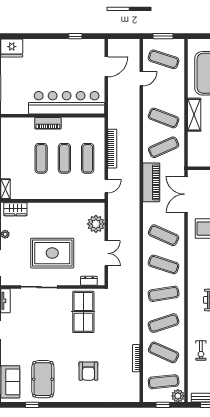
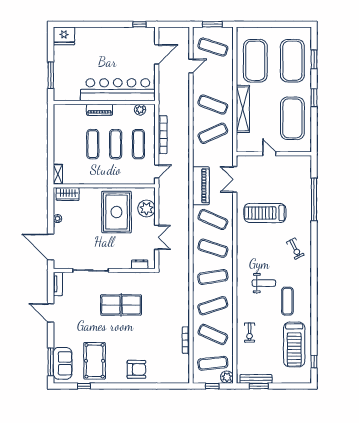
window: (75, 36) -> (140, 24), moved
shelving: (194, 115) -> (243, 109), width x1.47
plant: (89, 123) -> (140, 110), added
piano: (151, 182) -> (201, 186), moved
double door: (186, 194) -> (235, 179), width x0.73
rug: (52, 253) -> (116, 212), moved, turned 90
table tennis table: (83, 312) -> (121, 305), moved, turned 90
armchair: (88, 371) -> (136, 369), moved, turned -90

